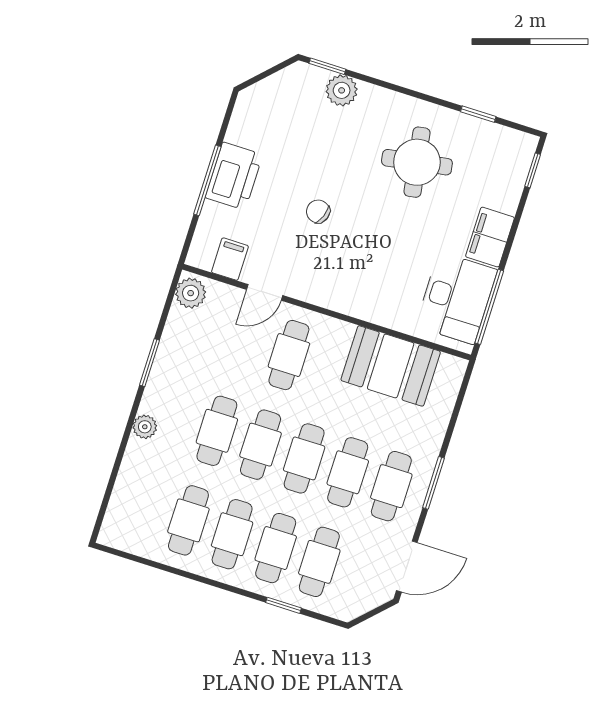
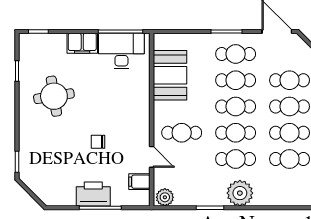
plant: (342, 90) -> (28, 150), removed
chair: (318, 211) -> (98, 142), turned 70
plant: (145, 427) -> (240, 193), width x1.87, depth x1.87

